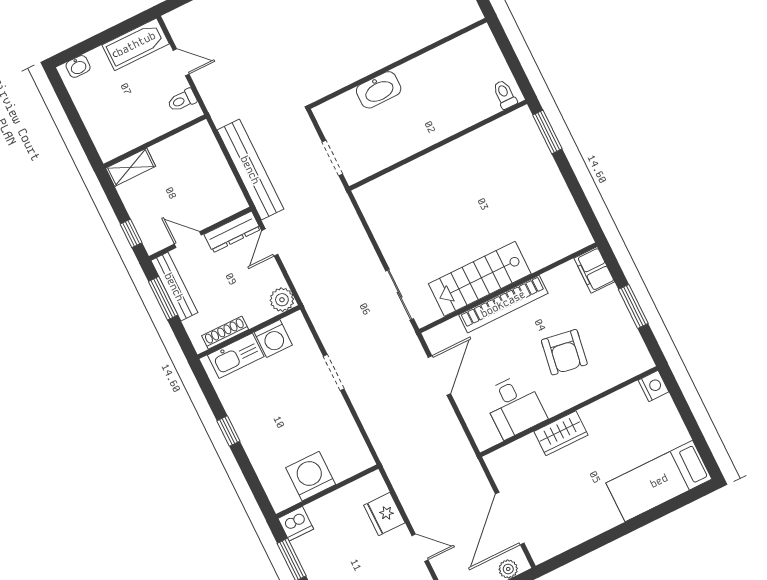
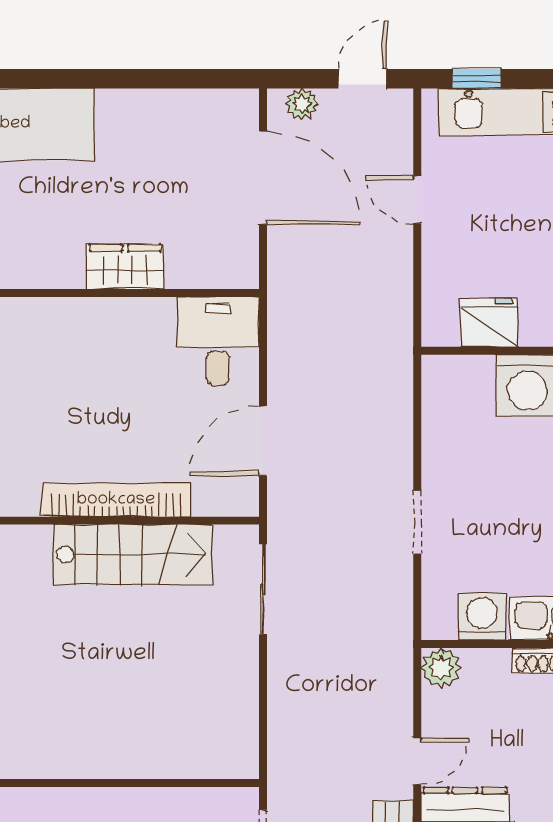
armchair: (564, 352) -> (61, 384), removed
desk: (514, 406) -> (218, 341), moved
fridge: (384, 514) -> (489, 323), moved, turned -90
door: (510, 518) -> (263, 178), hinge flipped

